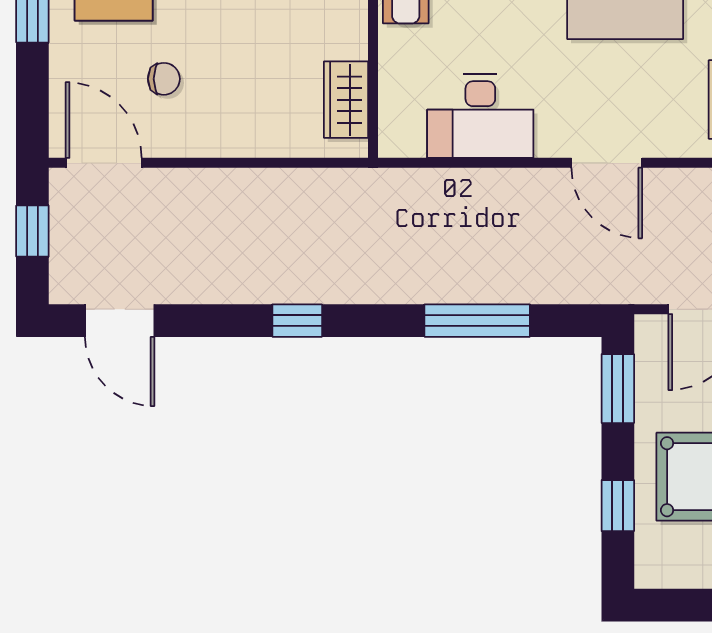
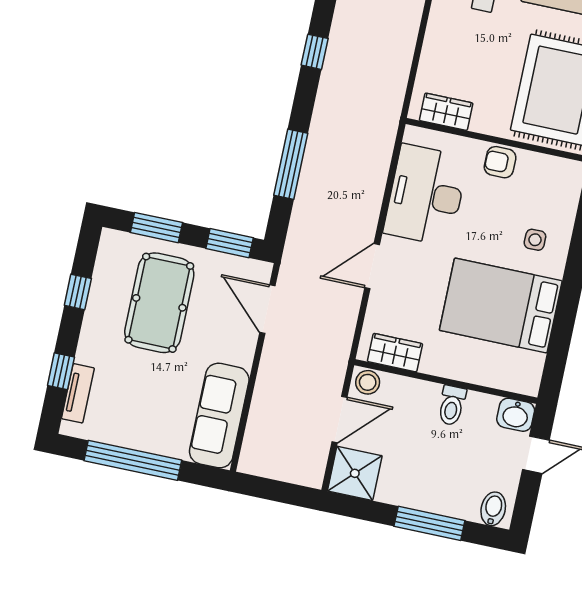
desk: (480, 116) -> (426, 195), width x1.36, depth x1.30
window: (618, 506) -> (156, 228), width x1.50

